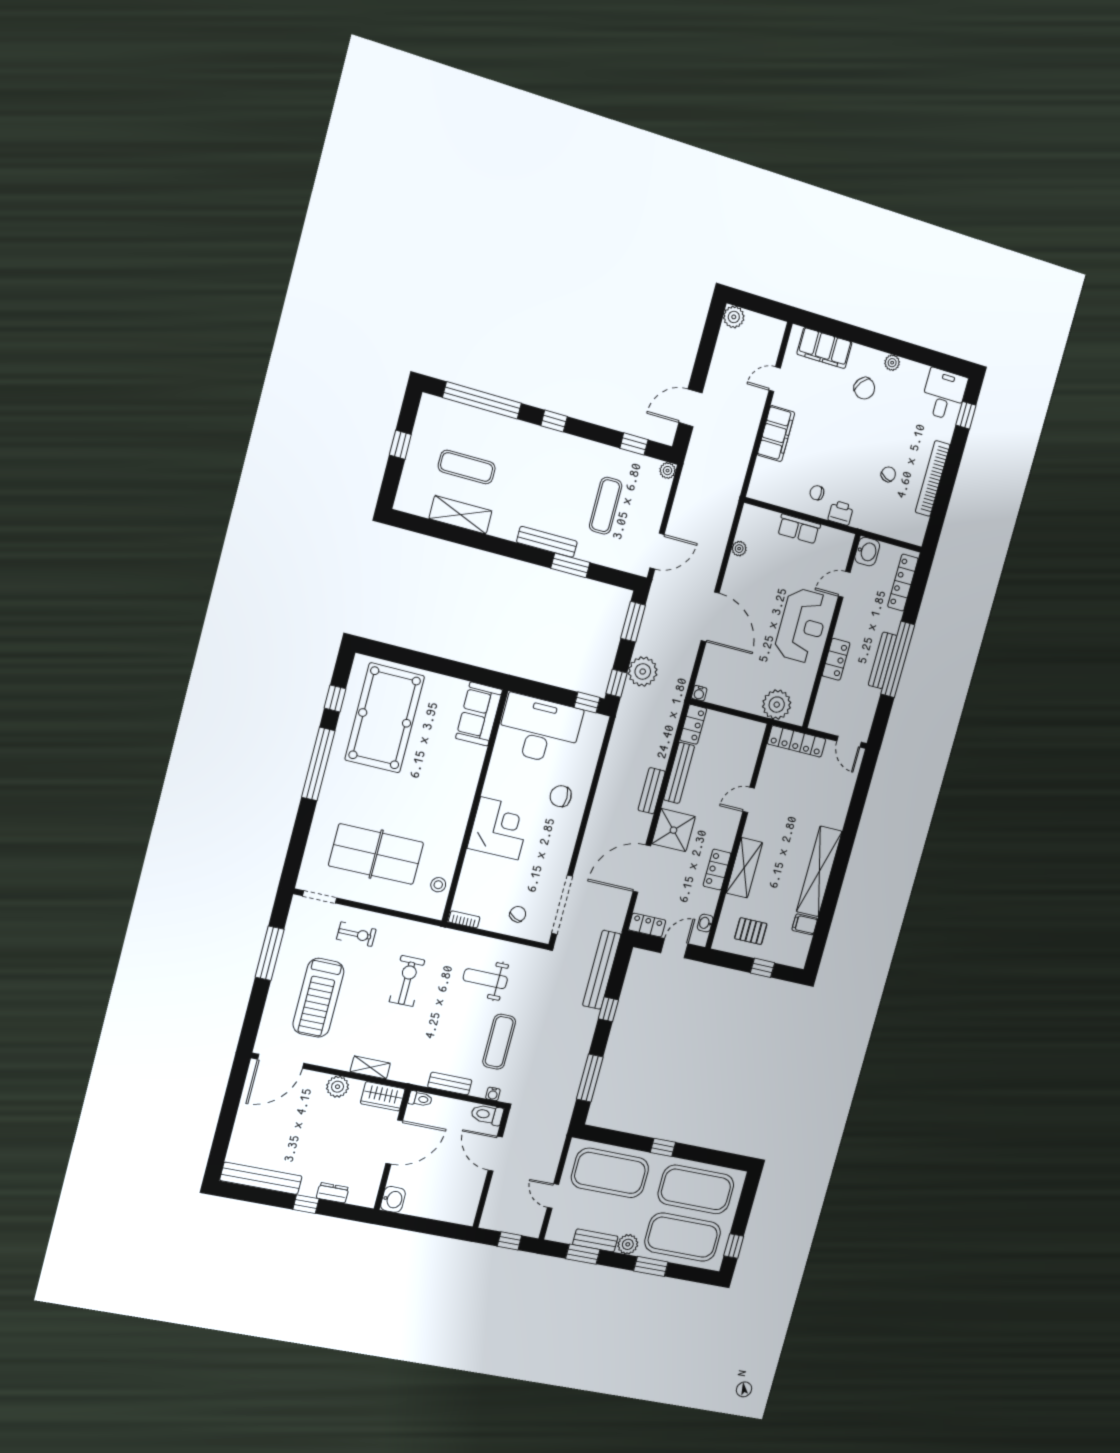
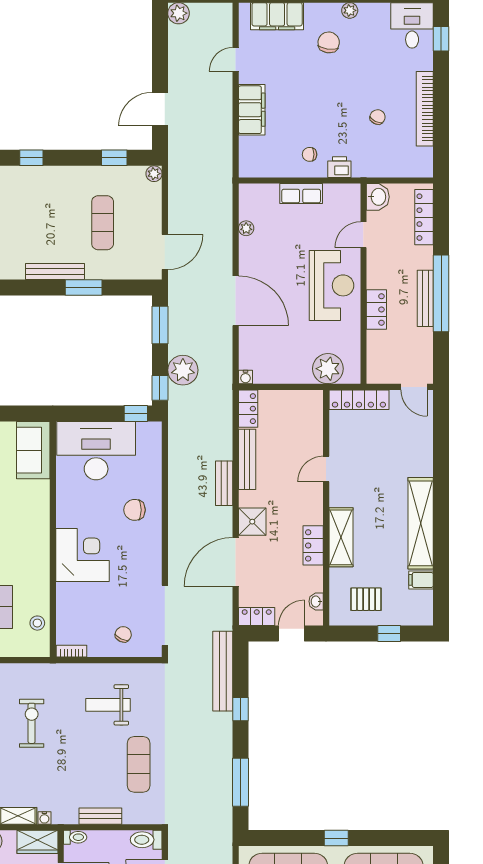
chair: (864, 388) -> (329, 42), turned -120
shower: (673, 830) -> (252, 522), width x0.73, depth x0.73
water cooler: (493, 1094) -> (44, 818), moved

